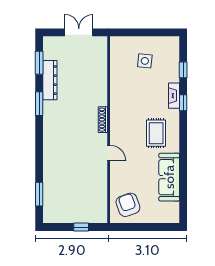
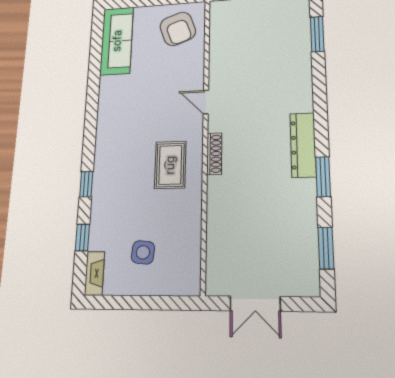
dresser: (50, 80) -> (303, 145), moved
fireplace: (174, 96) -> (95, 273), moved
rug: (156, 133) -> (170, 165), moved
sofa: (169, 177) -> (117, 41), moved

